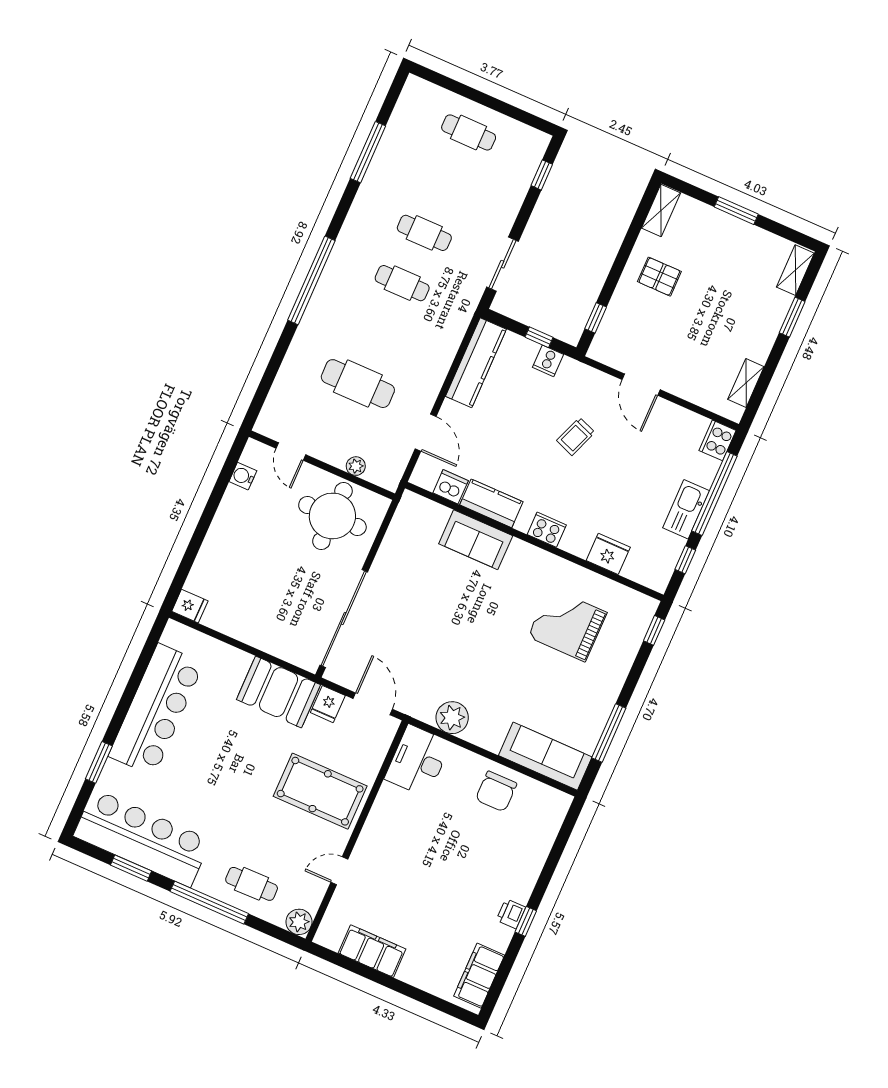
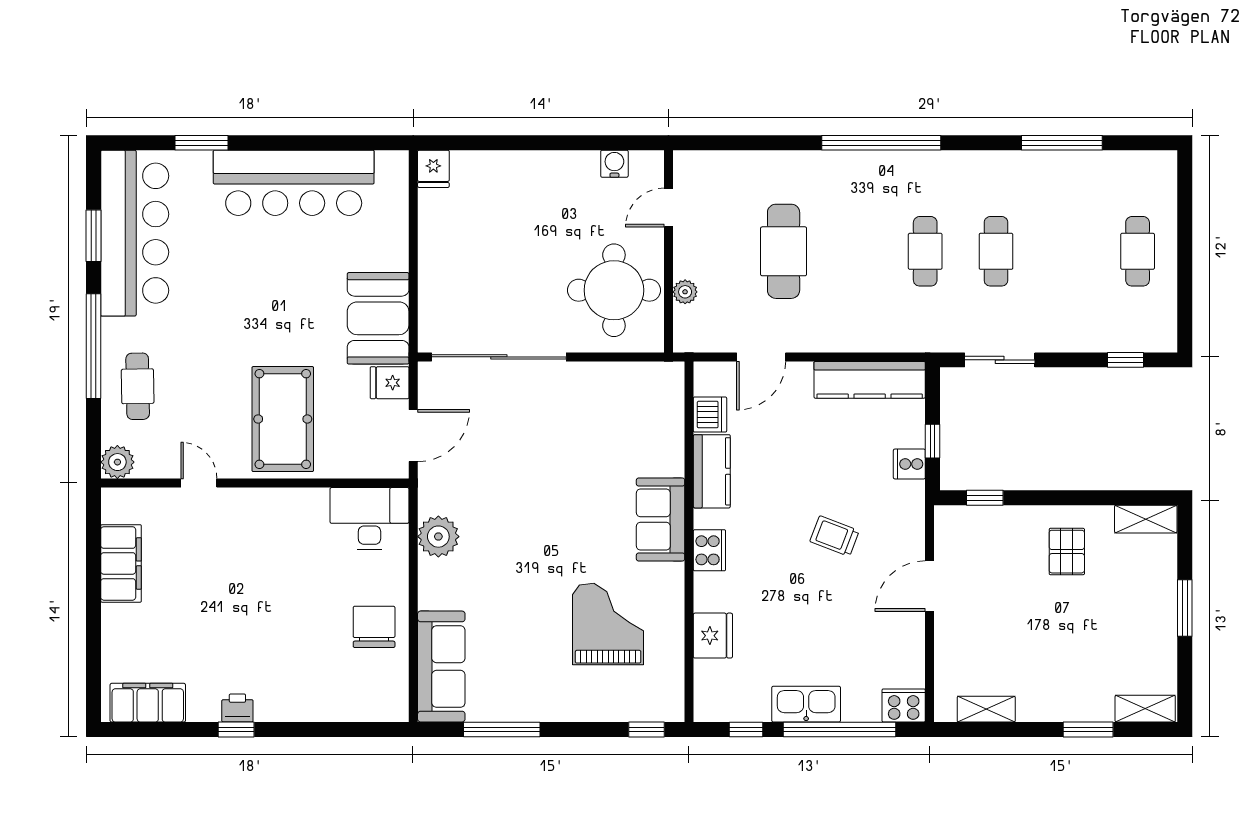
sofa: (476, 540) -> (661, 520), moved
chair: (496, 791) -> (374, 627), turned 90

